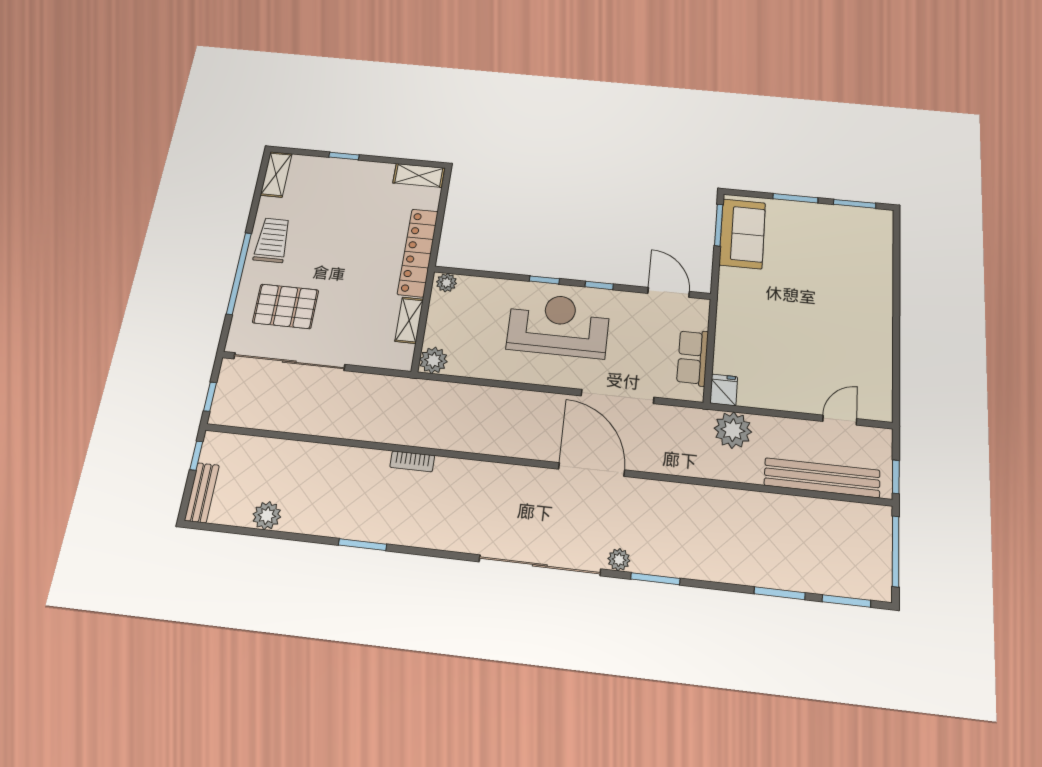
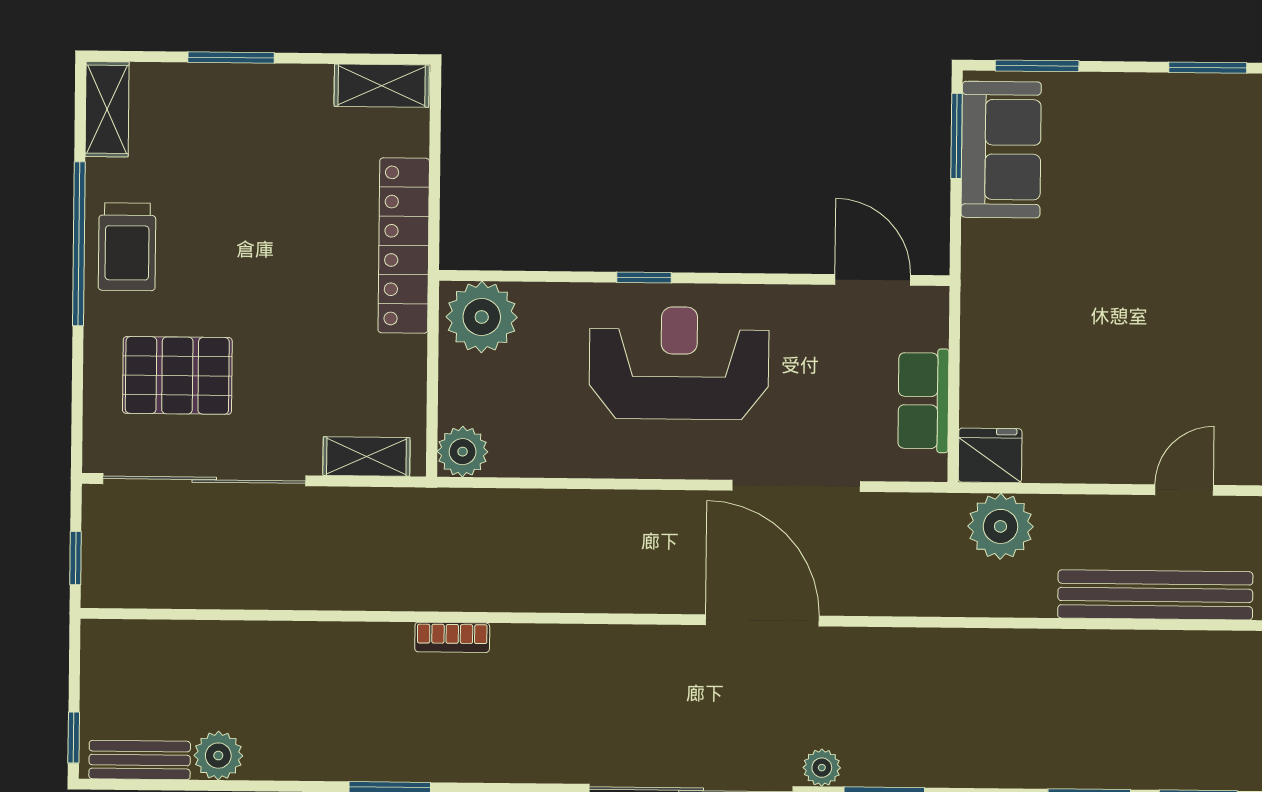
window: (344, 156) -> (231, 57), width x1.50
window: (795, 198) -> (1037, 66), moved
trolley: (272, 240) -> (127, 247), turned 180
window: (239, 273) -> (79, 244), moved
plant: (446, 283) -> (482, 317), width x1.88, depth x1.88
window: (599, 285) -> (745, 279), removed
shelving: (409, 320) -> (366, 457), moved, turned 90
fridge: (724, 390) -> (990, 455), width x1.38
window: (196, 456) -> (74, 738), moved
bench: (202, 493) -> (140, 760), moved, turned 90

